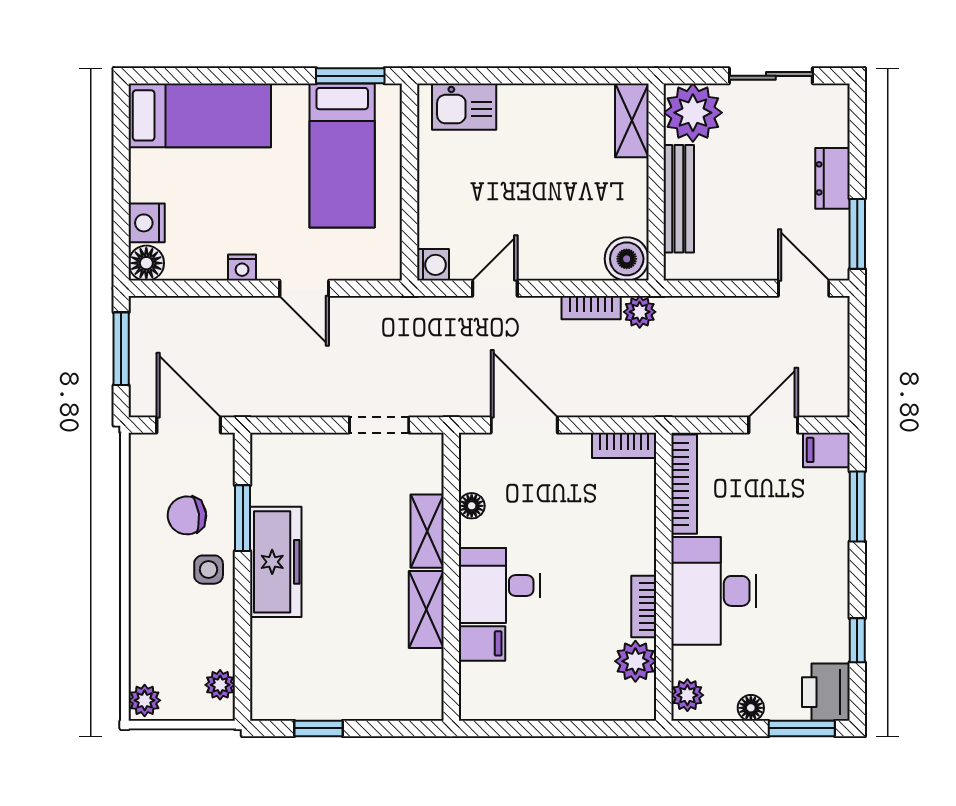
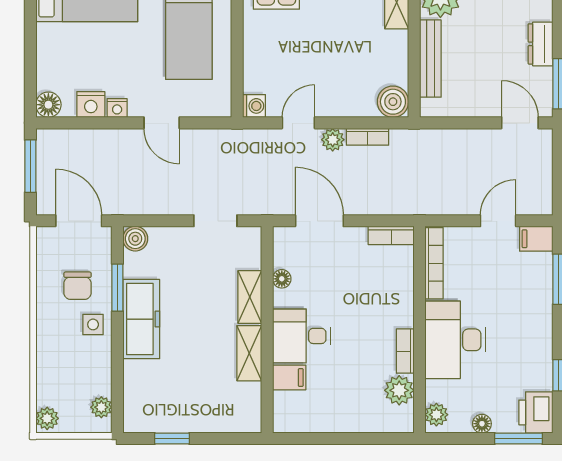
nightstand: (147, 223) -> (91, 104), moved, turned -90
plant: (640, 312) -> (333, 140), moved
boiler: (267, 450) -> (135, 239), added
chair: (187, 515) -> (78, 286), turned -83

